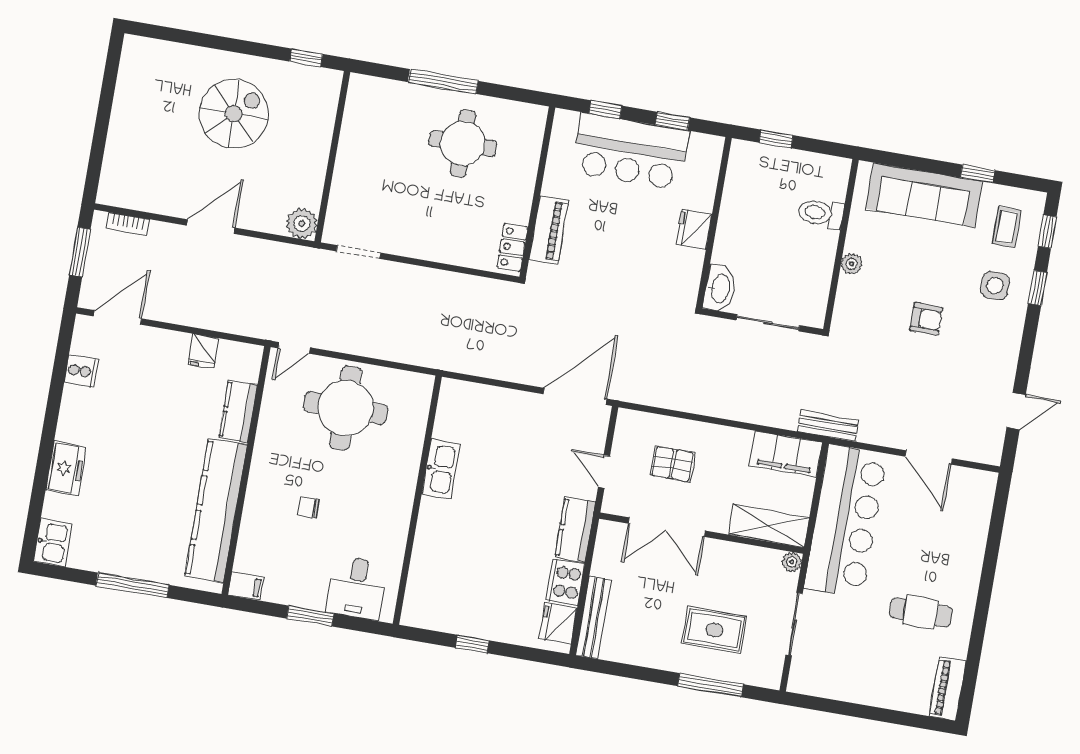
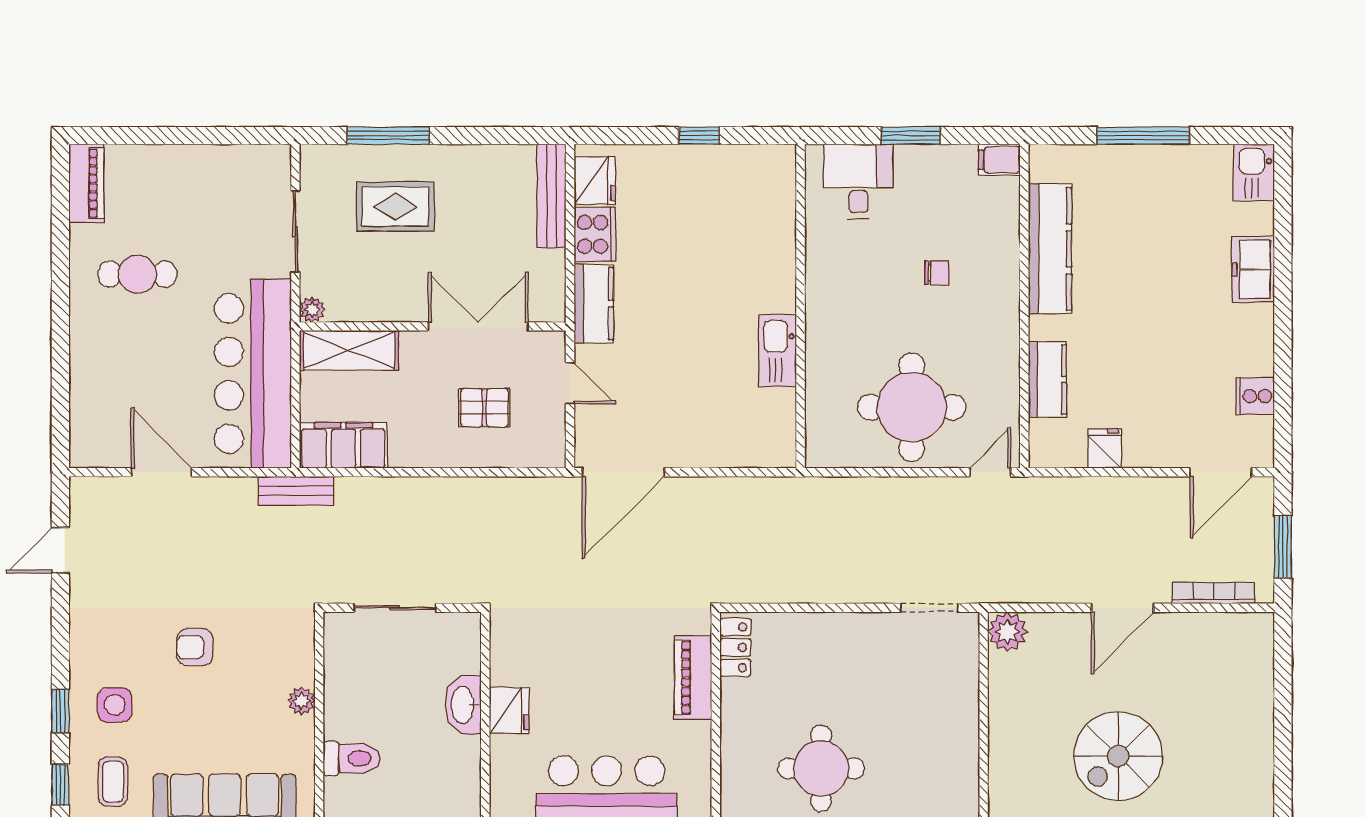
bookcase: (128, 224) -> (1214, 593), width x1.56
washbasin: (720, 288) -> (463, 705), moved
kitchen counter: (216, 510) -> (1050, 249), width x0.72, depth x0.86

